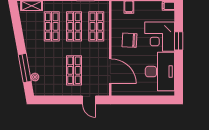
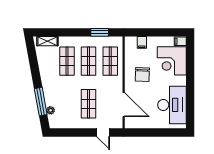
corner desk: (160, 37) -> (172, 61), moved
chair: (129, 40) -> (142, 74), turned -91
window: (179, 41) -> (190, 75), removed

